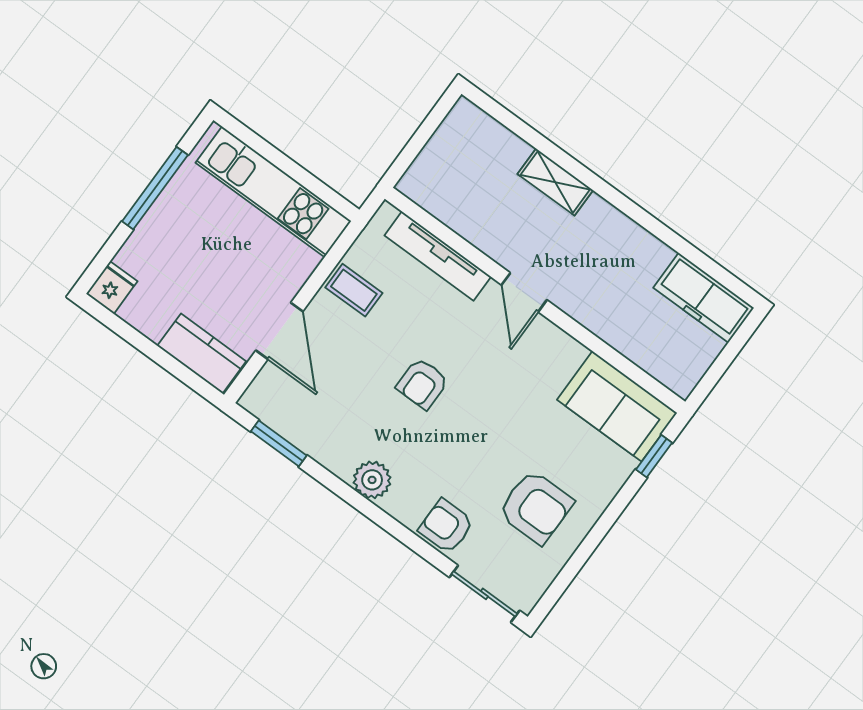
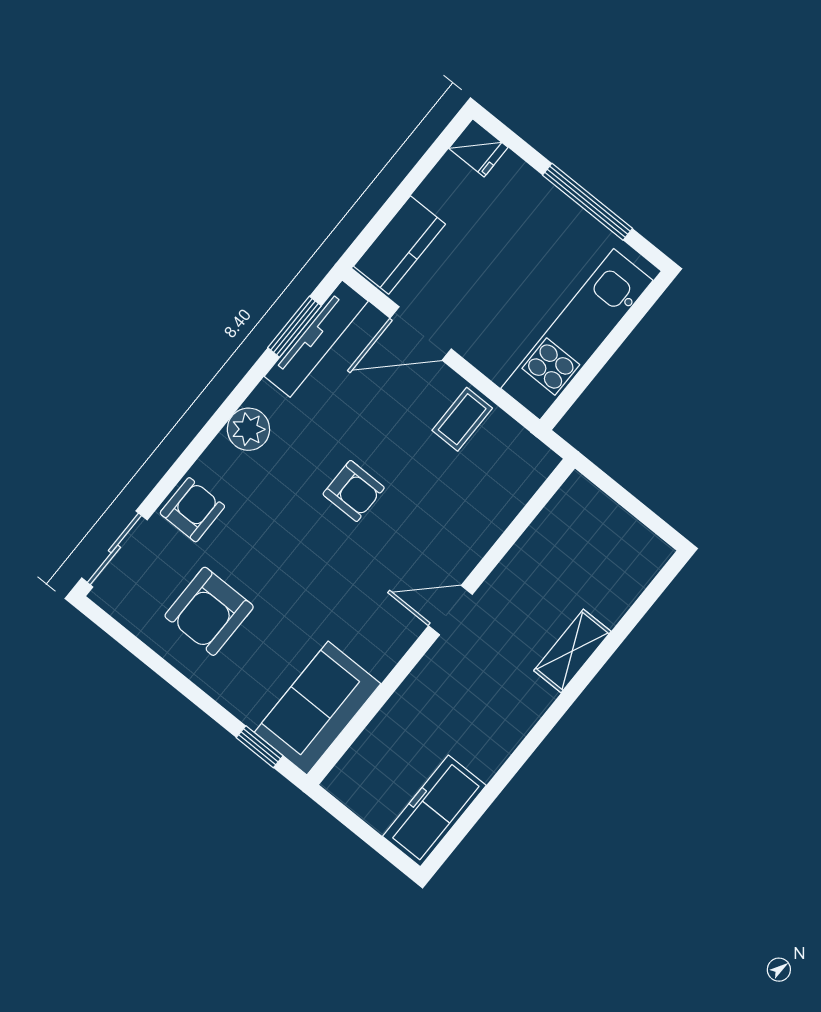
tv unit: (438, 256) -> (316, 339), moved, turned 180
armchair: (422, 384) -> (354, 491), turned 180

